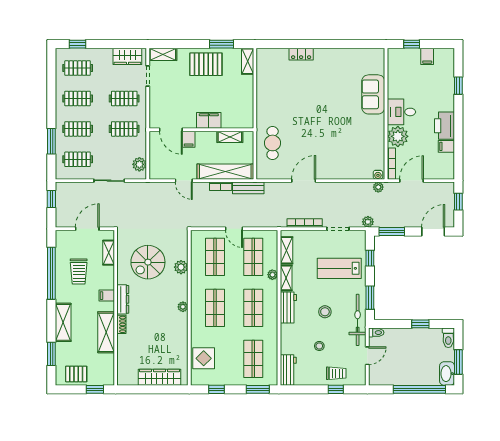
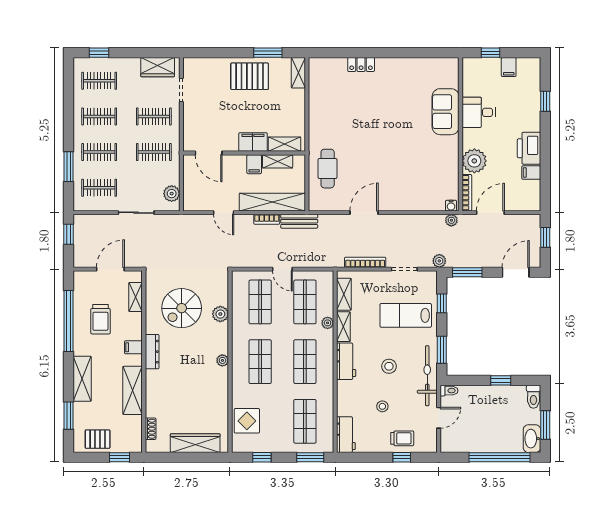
shelving: (163, 54) -> (285, 144), moved
desk: (401, 112) -> (479, 112), moved
filing cabinet: (189, 139) -> (254, 164), moved
shoe rack: (121, 324) -> (151, 429), moved

